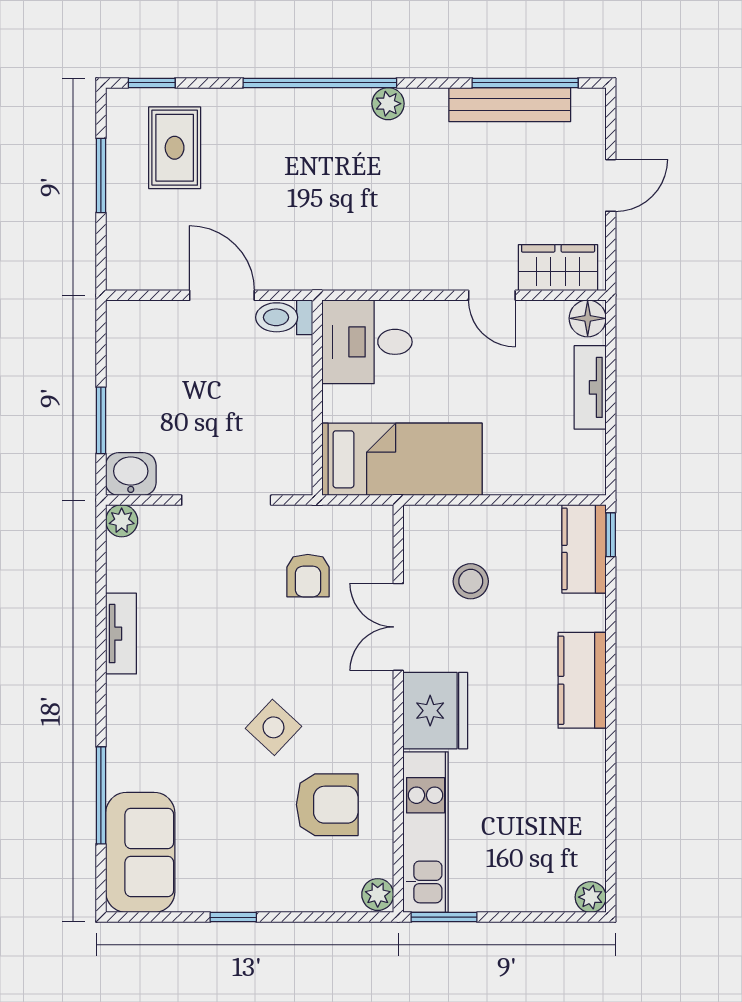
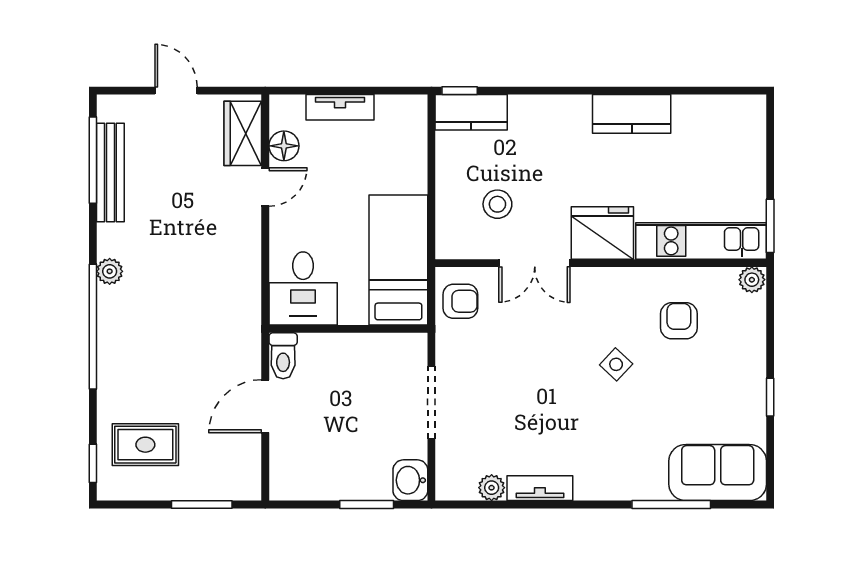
window: (101, 175) -> (202, 504), moved
floor lamp: (588, 318) -> (284, 146), moved
plant: (122, 521) -> (492, 488), moved
armchair: (308, 576) -> (460, 301), moved
kitchen counter: (582, 680) -> (632, 114), moved
side table: (273, 727) -> (616, 364), width x0.73, depth x0.73
armchair: (327, 805) -> (679, 321), width x0.72, depth x0.72
plant: (591, 897) -> (754, 107), removed

